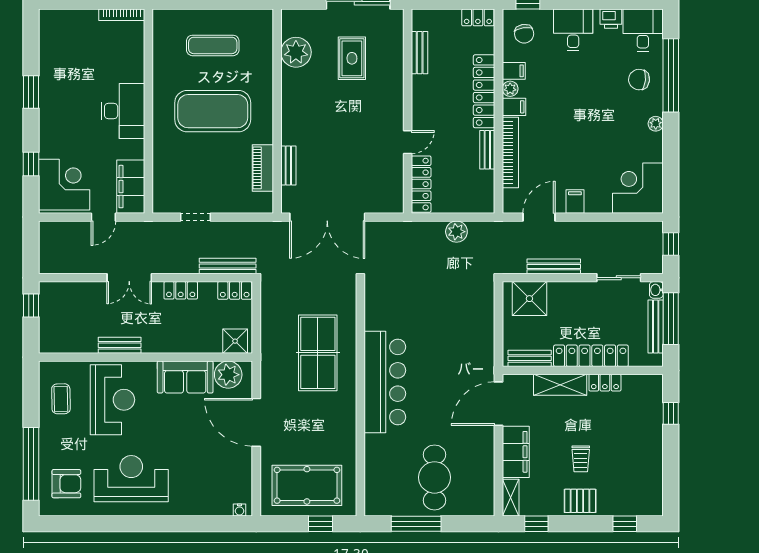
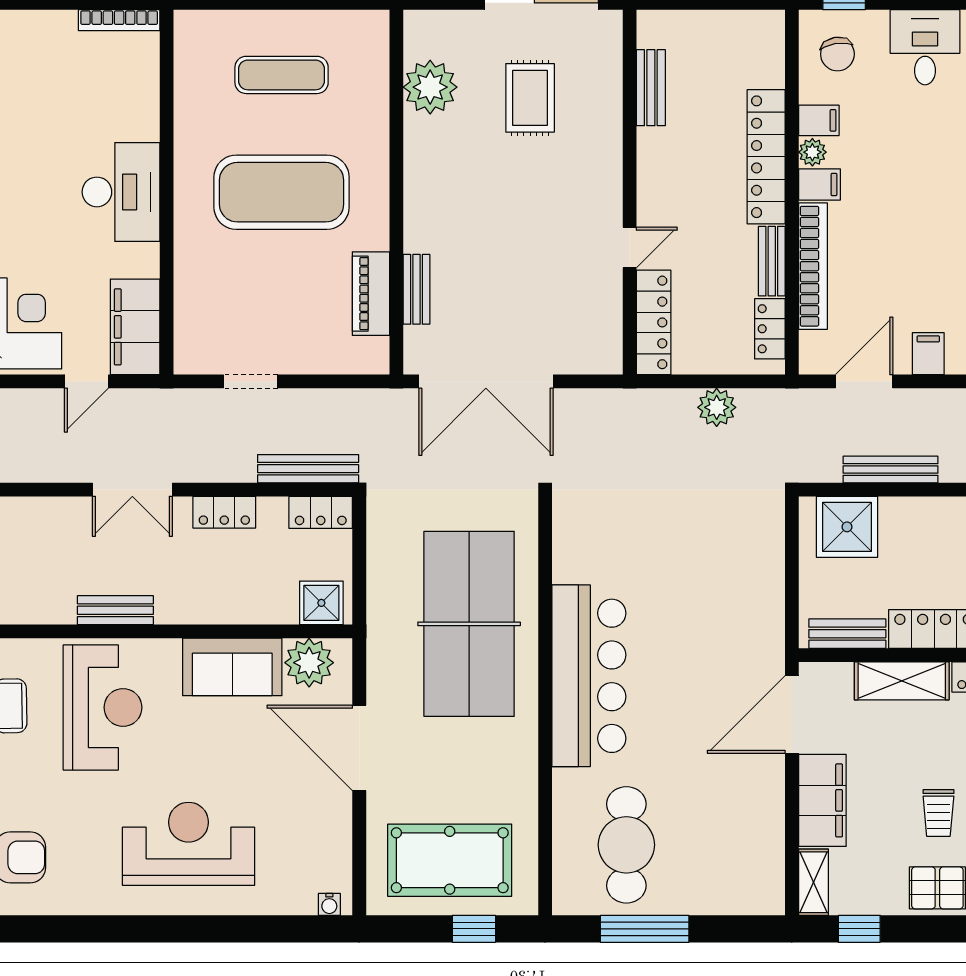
locker: (478, 17) -> (770, 329), moved, turned 90
table tennis table: (318, 353) -> (469, 624), width x1.36, depth x1.32
cafe table: (434, 477) -> (626, 845), moved
reception desk: (131, 479) -> (188, 844), moved

